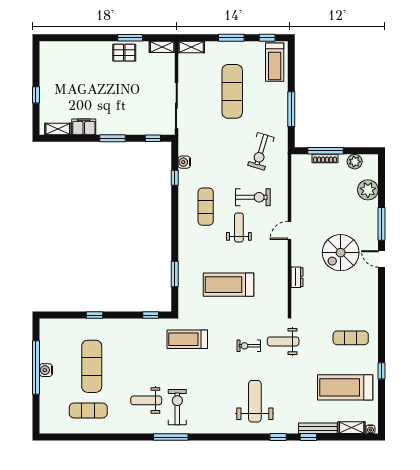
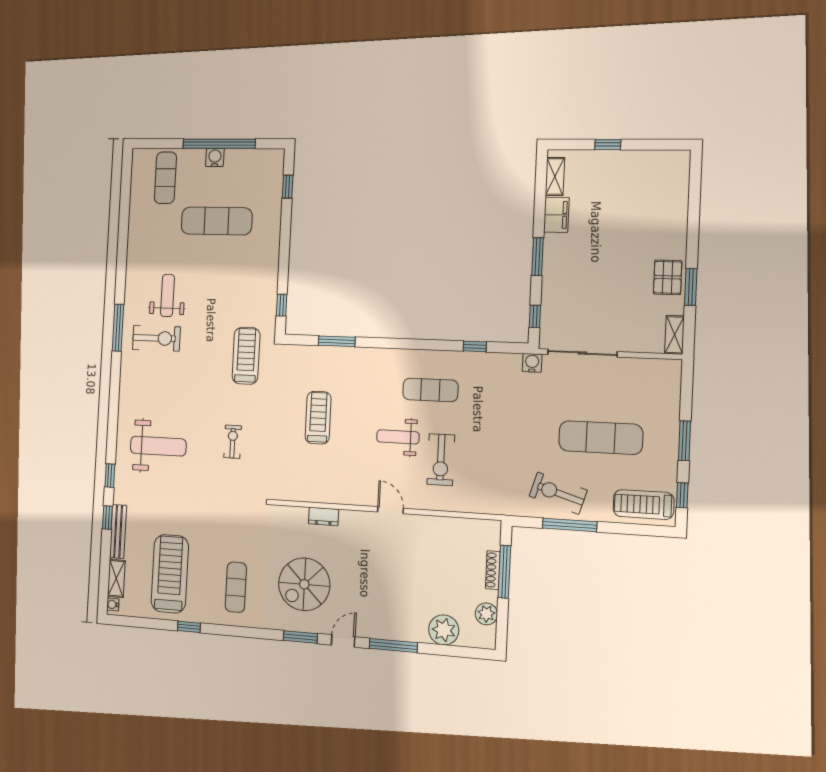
shelving: (191, 47) -> (672, 379), removed
exercise bike: (261, 151) -> (558, 493), moved
water cooler: (184, 162) -> (532, 363), moved
weight bench: (239, 228) -> (398, 437), turned 180
spiral stairs: (341, 253) -> (304, 584), moved, turned -90
treadmill: (229, 285) -> (318, 418), width x0.73, depth x0.73
window: (381, 289) -> (300, 637), added
window: (95, 315) -> (288, 187), moved
weight bench: (283, 341) -> (236, 491), removed
exercise mat: (88, 410) -> (165, 178), moved

